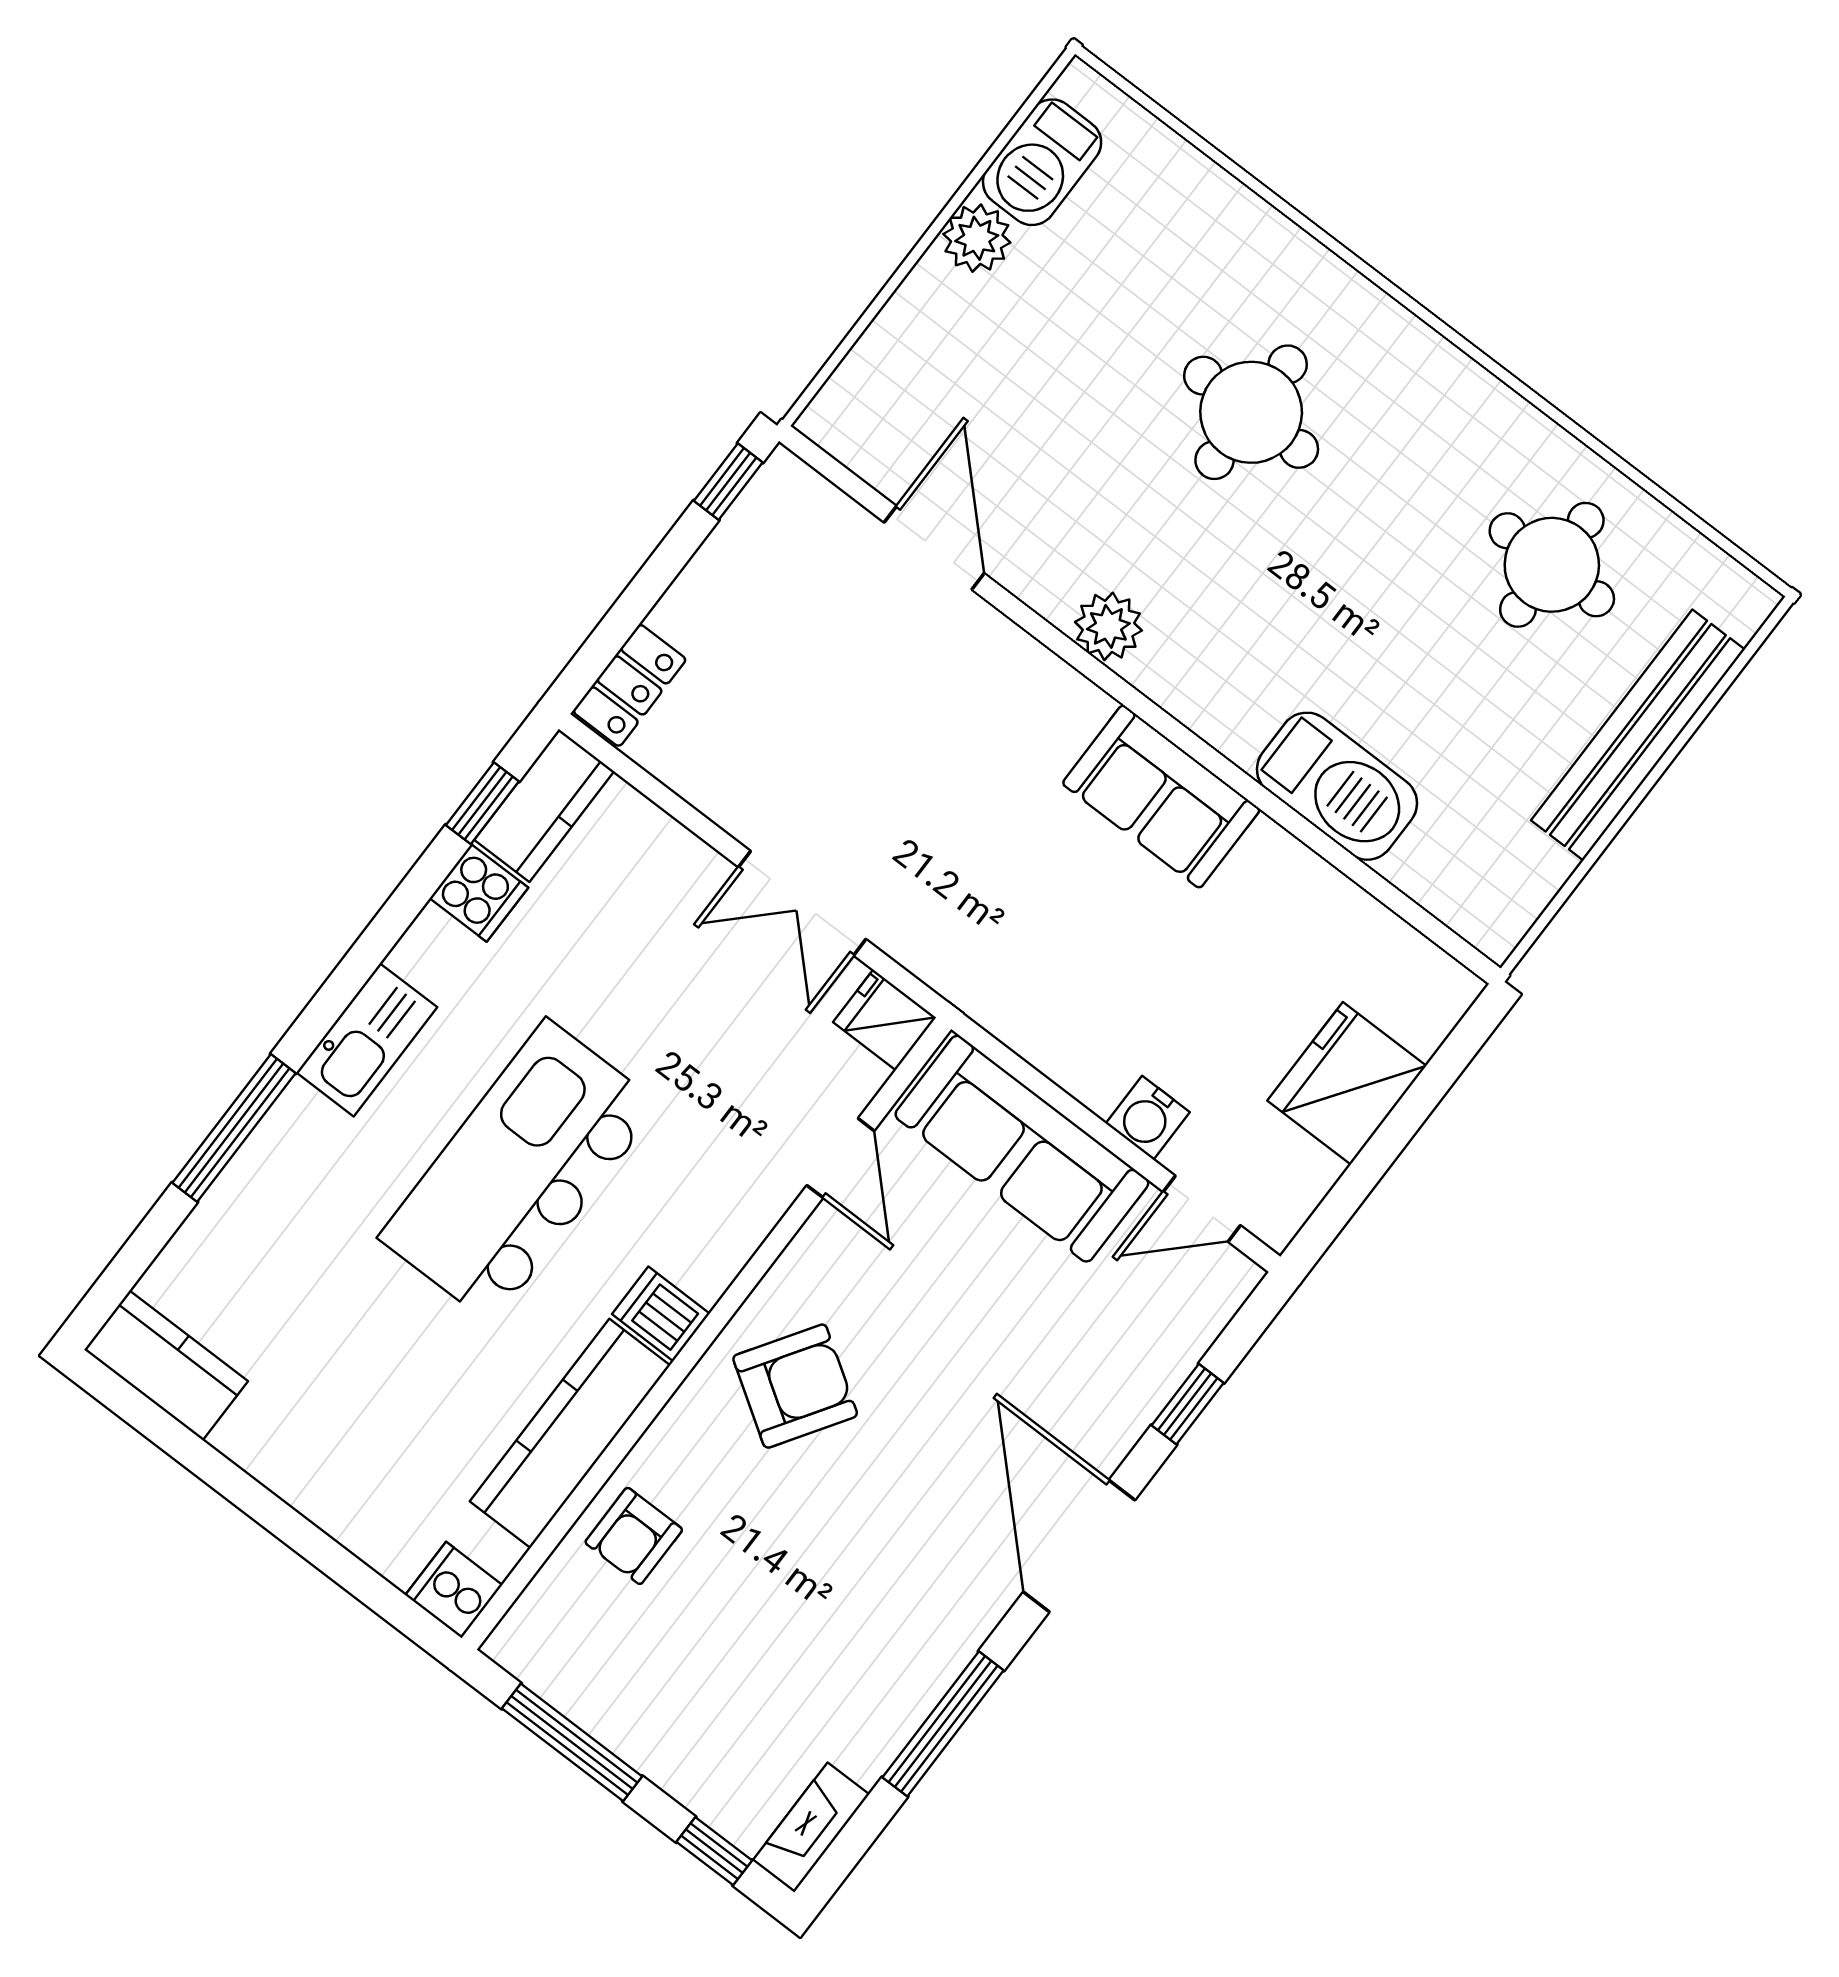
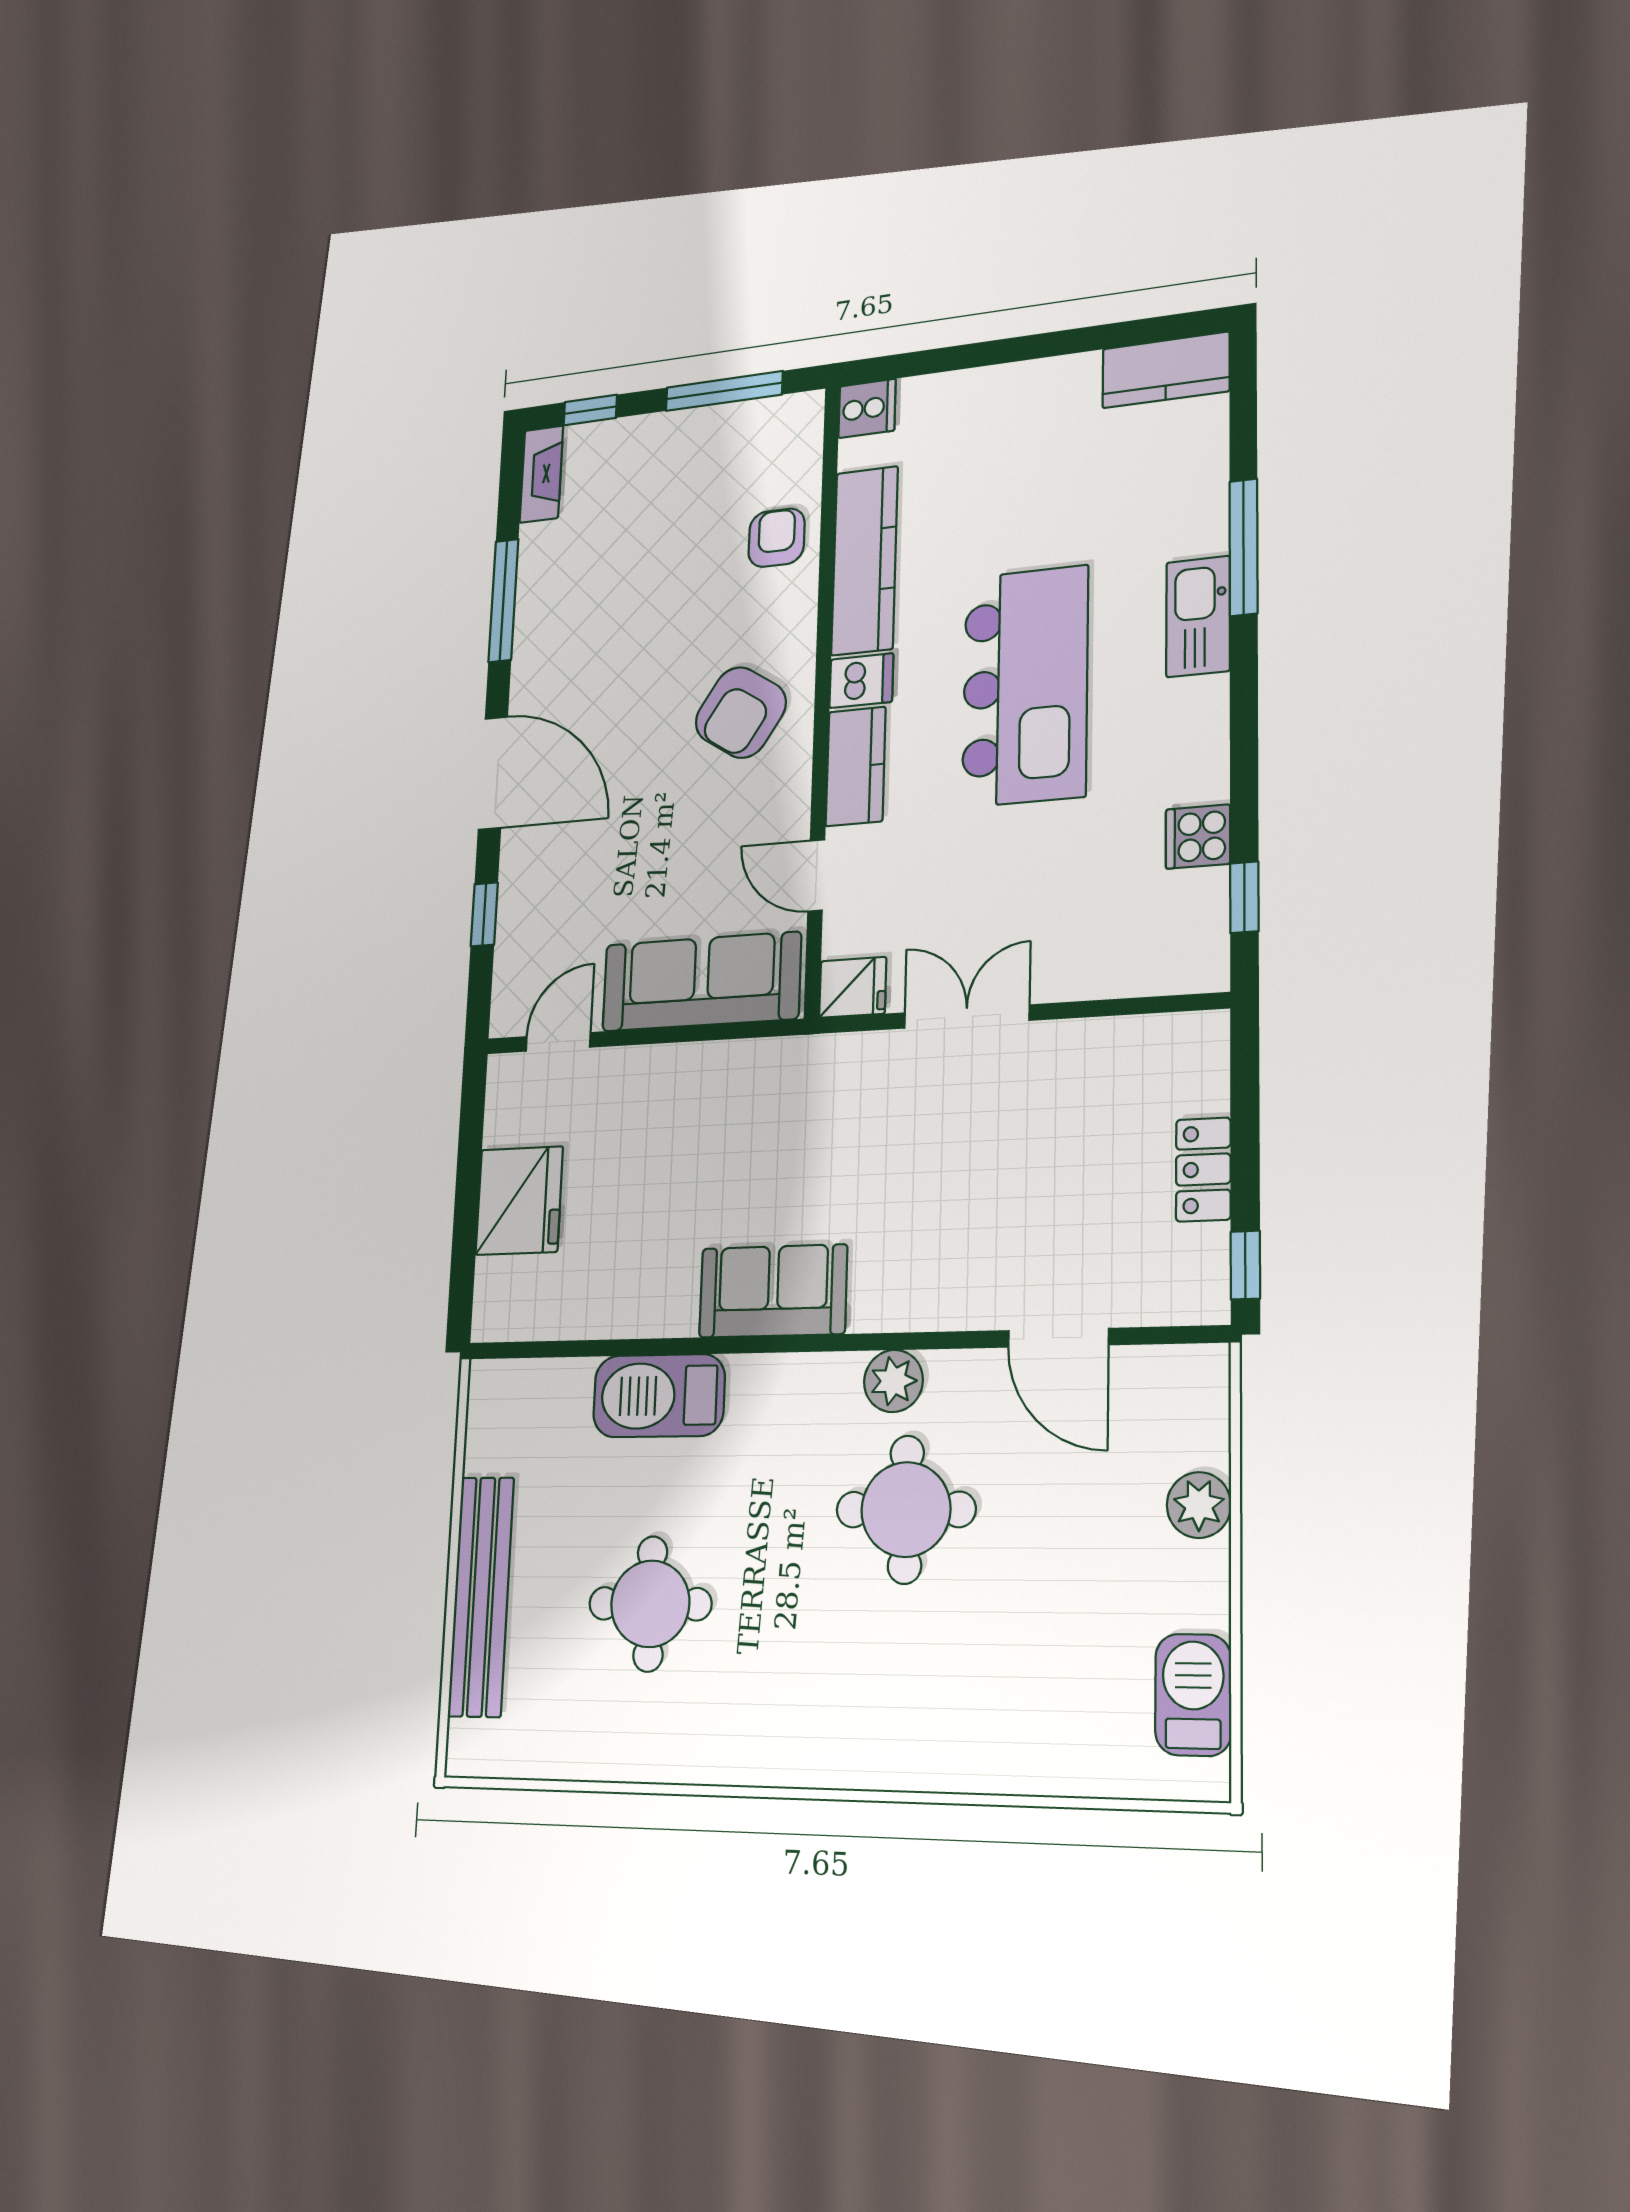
plant: (977, 238) -> (1199, 1505), moved
round table: (1251, 412) -> (906, 1509), moved
round table: (1552, 565) -> (650, 1604), moved
locker: (629, 685) -> (1203, 1170), moved
kitchen counter: (544, 806) -> (856, 766), moved, turned 180
kitchen sink: (367, 1040) -> (1198, 616), moved
water cooler: (1148, 1118) -> (633, 1070), removed

